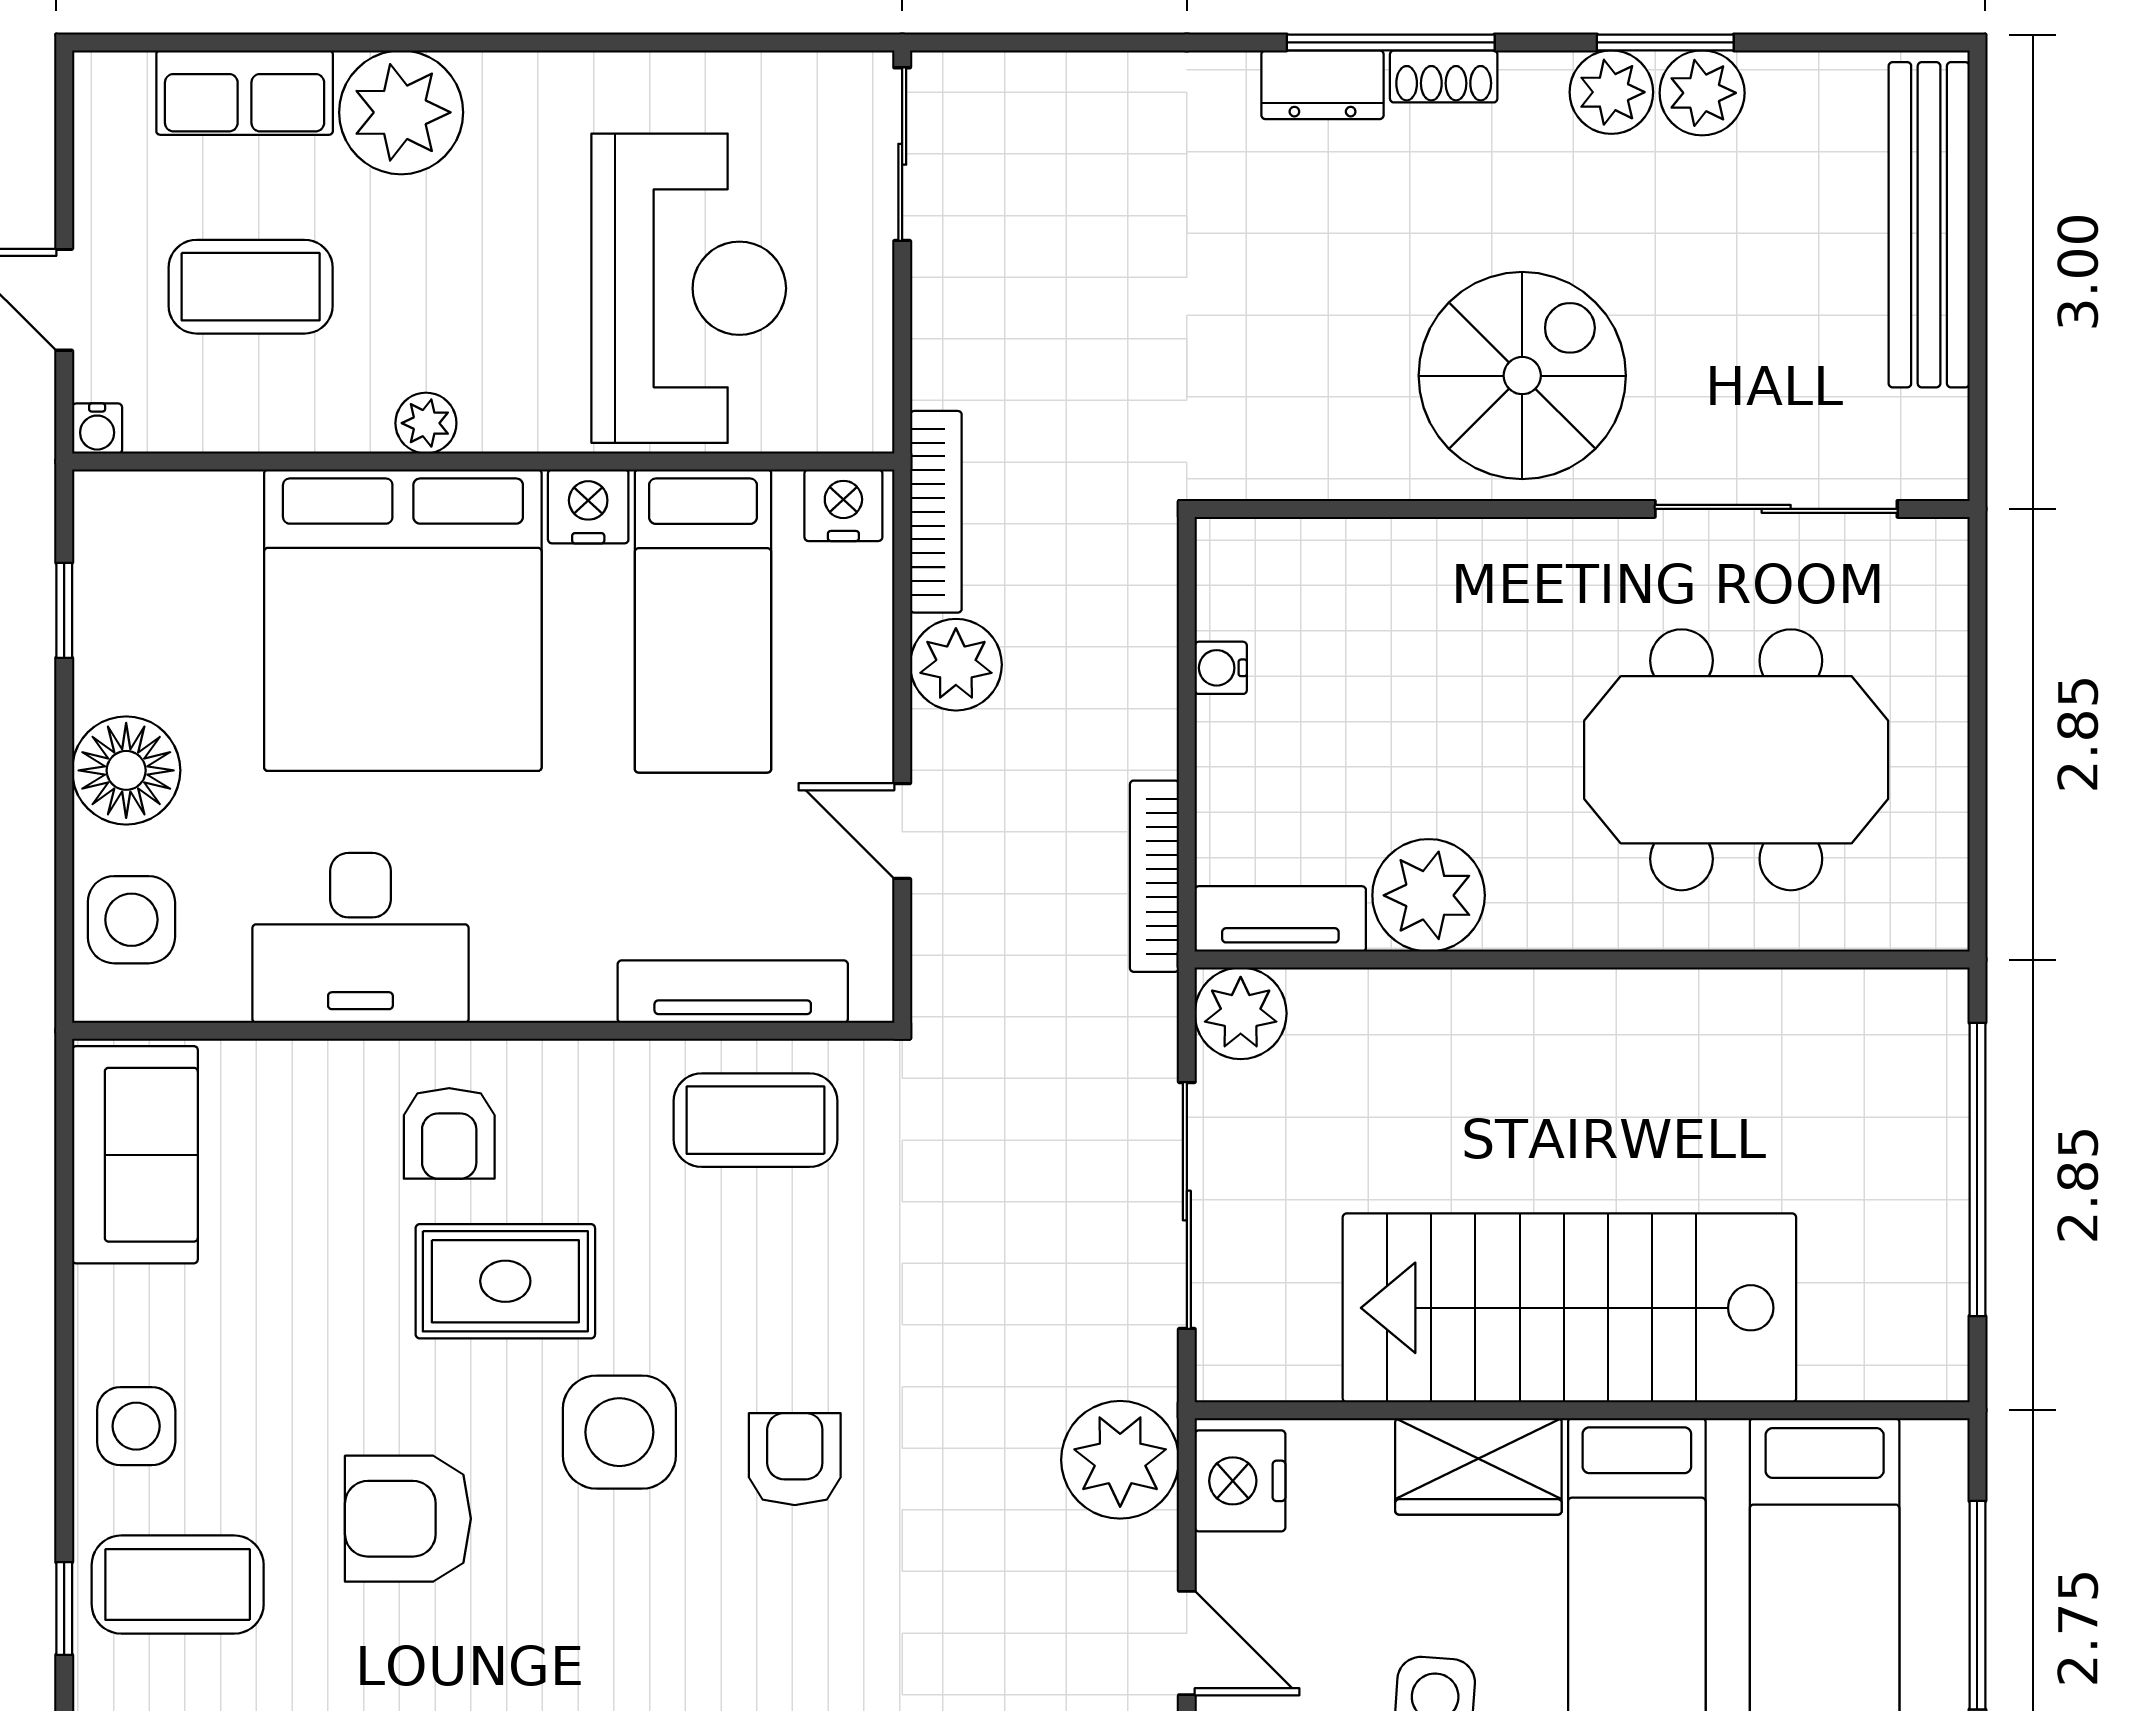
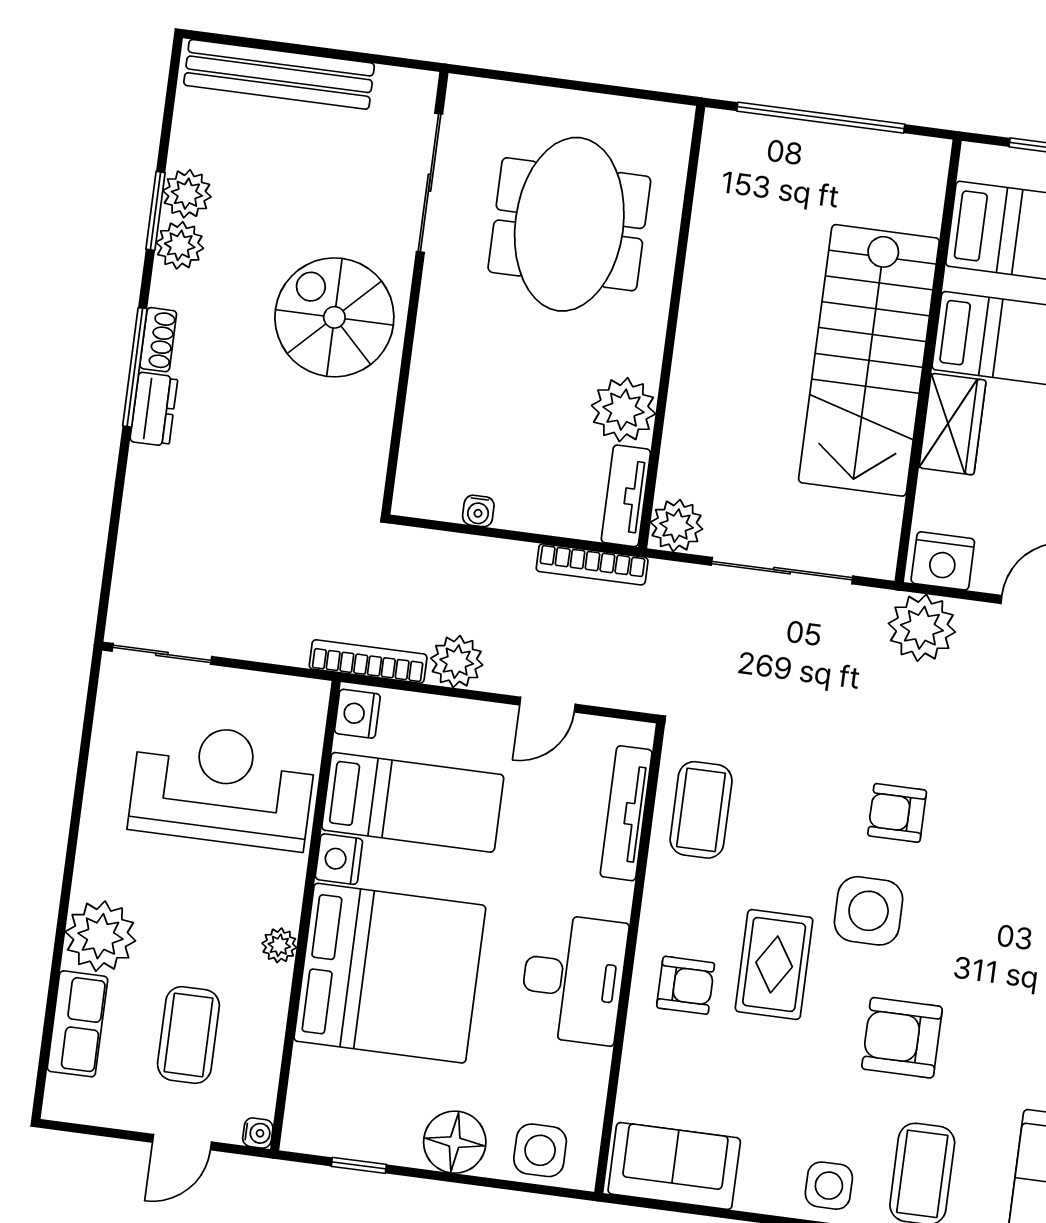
desk: (360, 938) -> (573, 979), moved
armchair: (408, 1519) -> (902, 1038), turned 90

